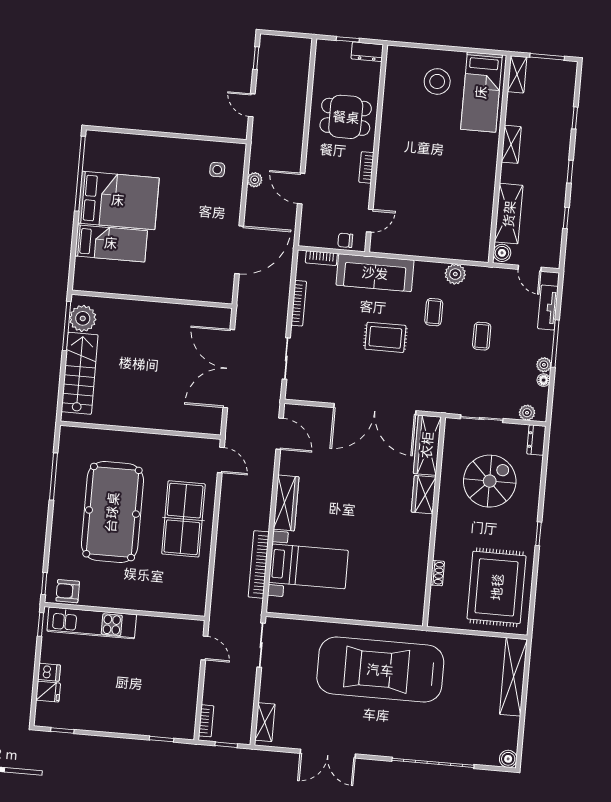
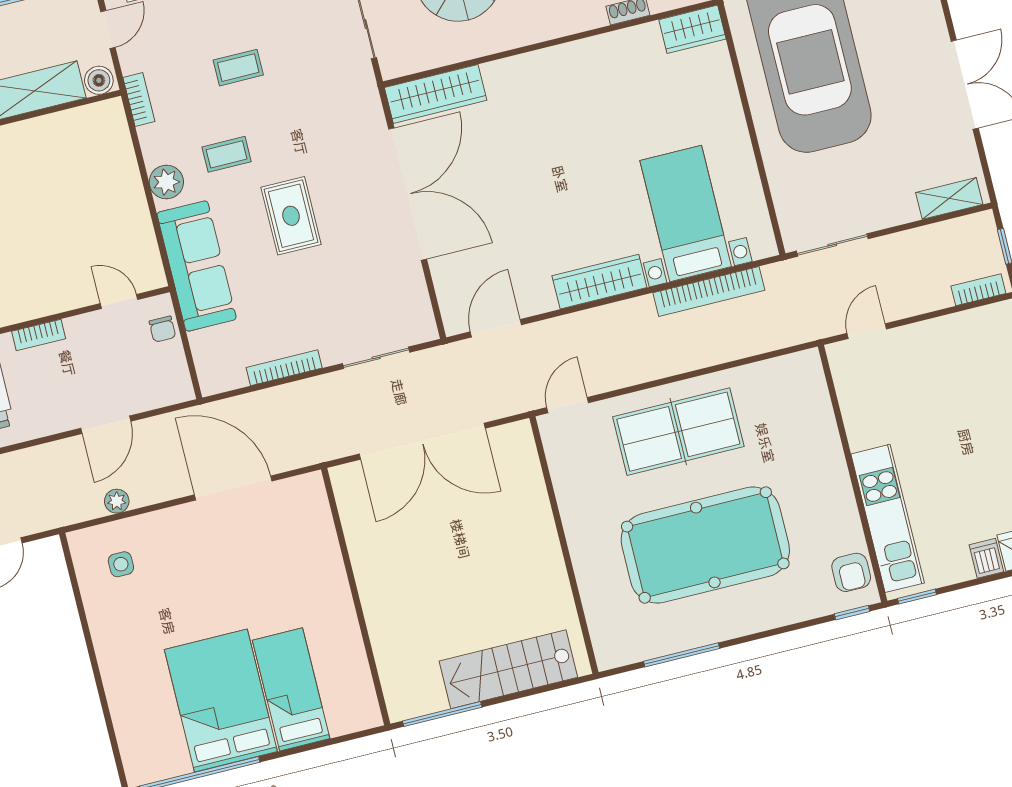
bookcase: (321, 258) -> (139, 99), moved
plant: (455, 274) -> (166, 182), moved
plant: (83, 318) -> (422, 693), removed
wardrobe: (424, 495) -> (692, 29), moved

